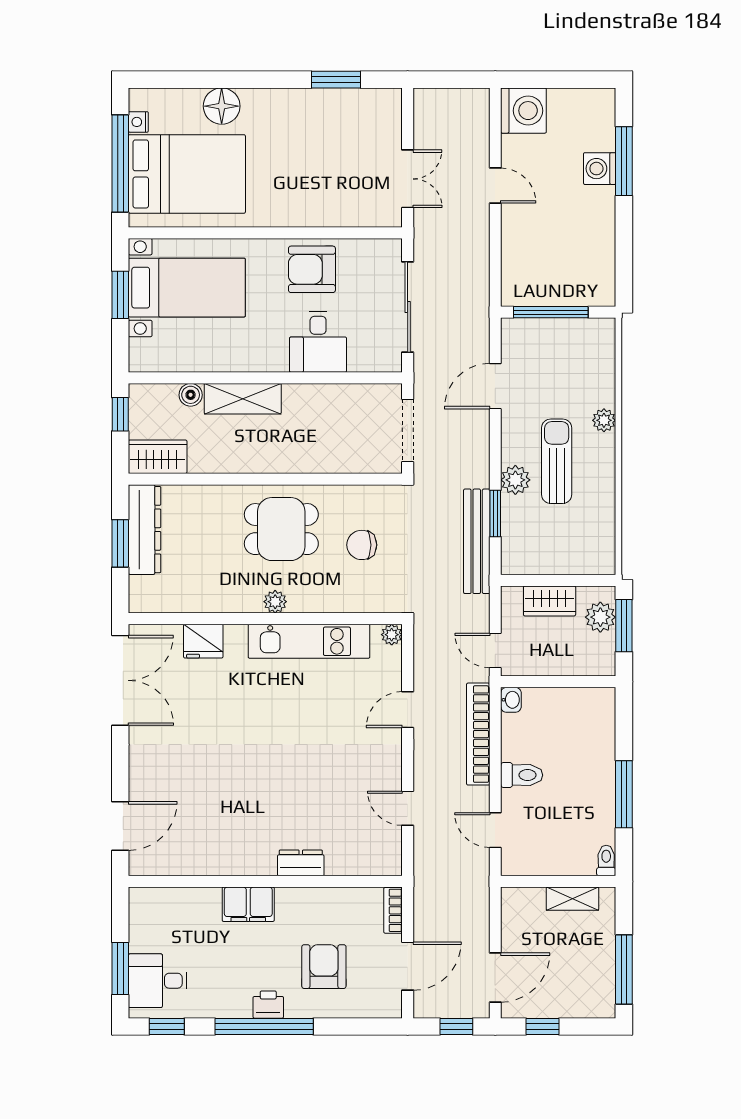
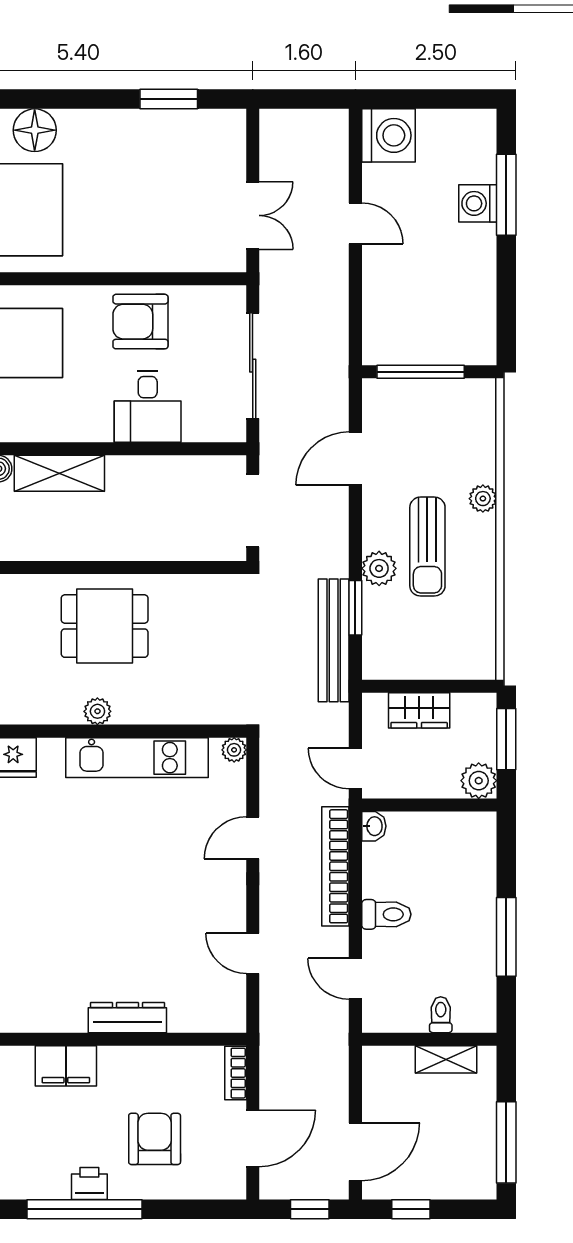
sun lounger: (557, 461) -> (427, 547), turned 180
chair: (362, 545) -> (199, 645), removed
plant: (600, 617) -> (479, 781), moved
toilet: (606, 861) -> (441, 1015), moved
dresser: (301, 863) -> (127, 1018), width x1.44

